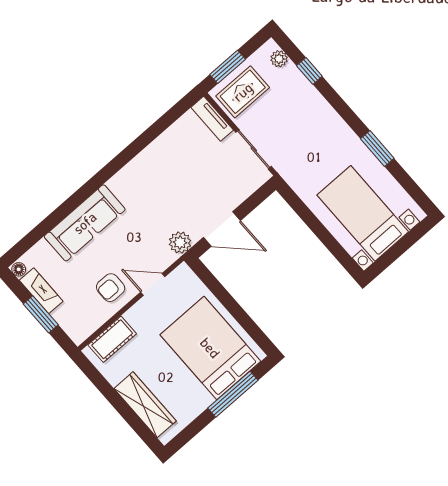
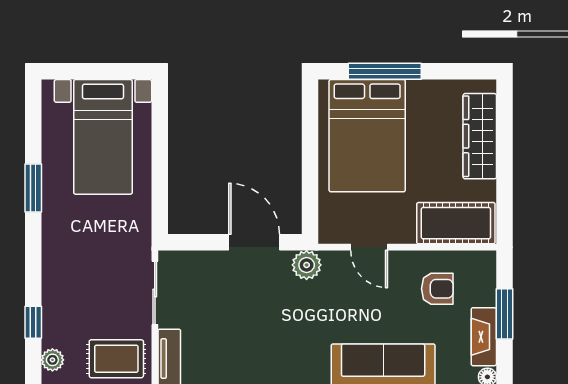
armchair: (111, 288) -> (437, 289), moved
cot: (112, 339) -> (456, 223), width x1.37, depth x1.34

